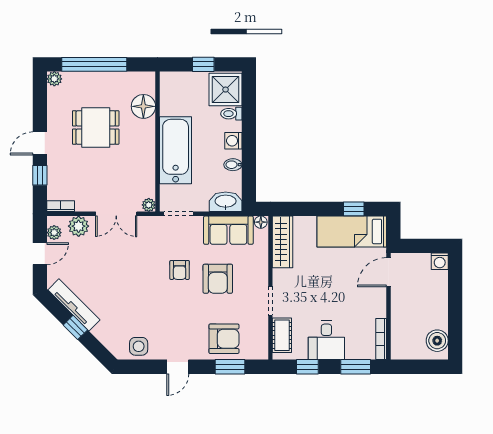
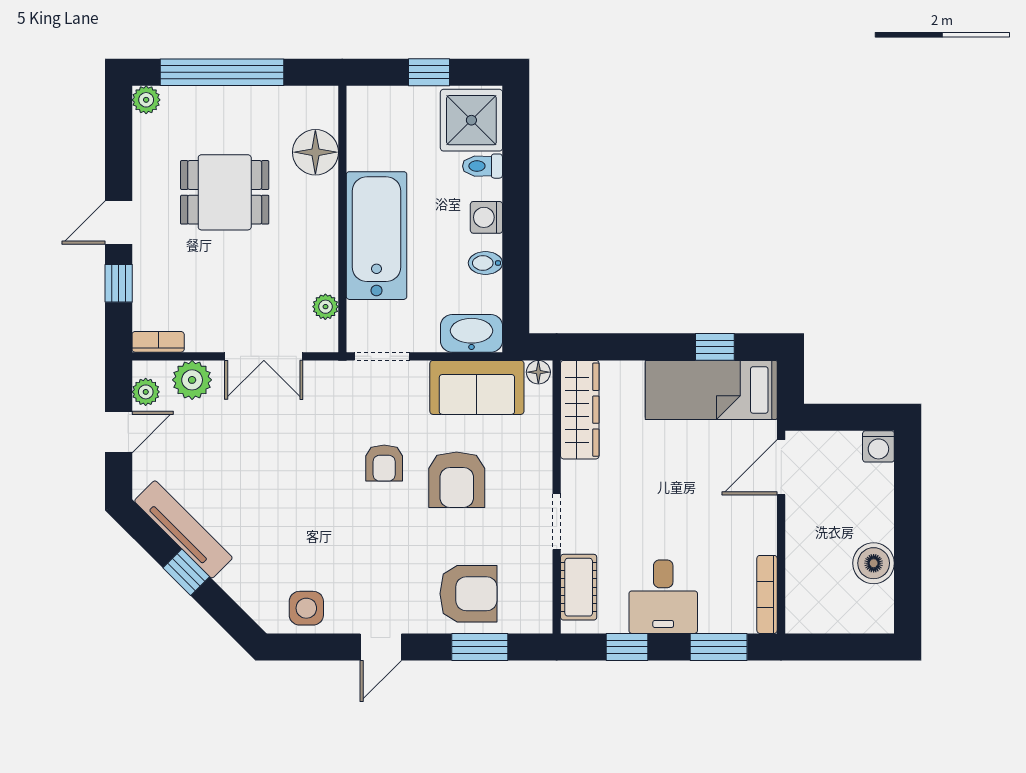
plant: (149, 205) -> (325, 307), moved
boiler: (437, 341) -> (874, 563), moved

